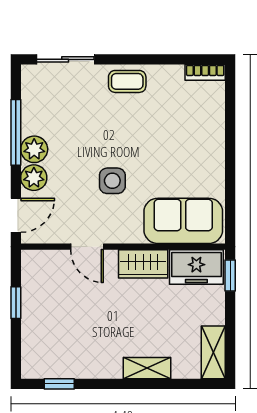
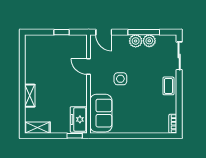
plant: (34, 178) -> (149, 41), moved
door: (87, 247) -> (89, 66), hinge flipped
wardrobe: (143, 264) -> (80, 94), removed
window: (59, 384) -> (22, 53), removed

